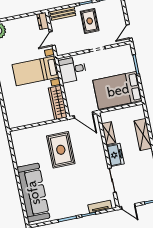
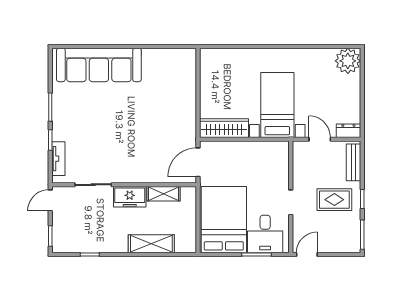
door: (129, 31) -> (307, 255), hinge flipped
desk: (72, 69) -> (265, 234), moved, turned 180
rug: (61, 150) -> (154, 118), removed

